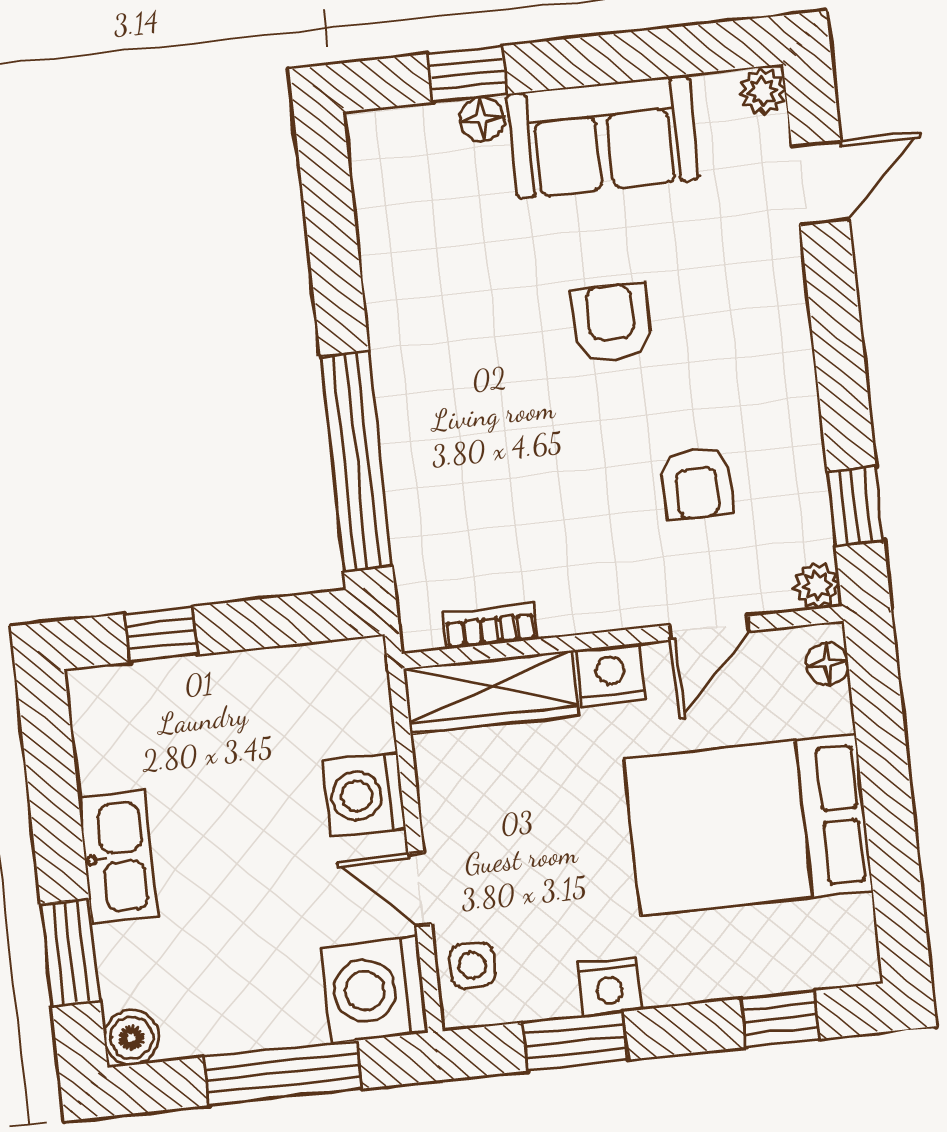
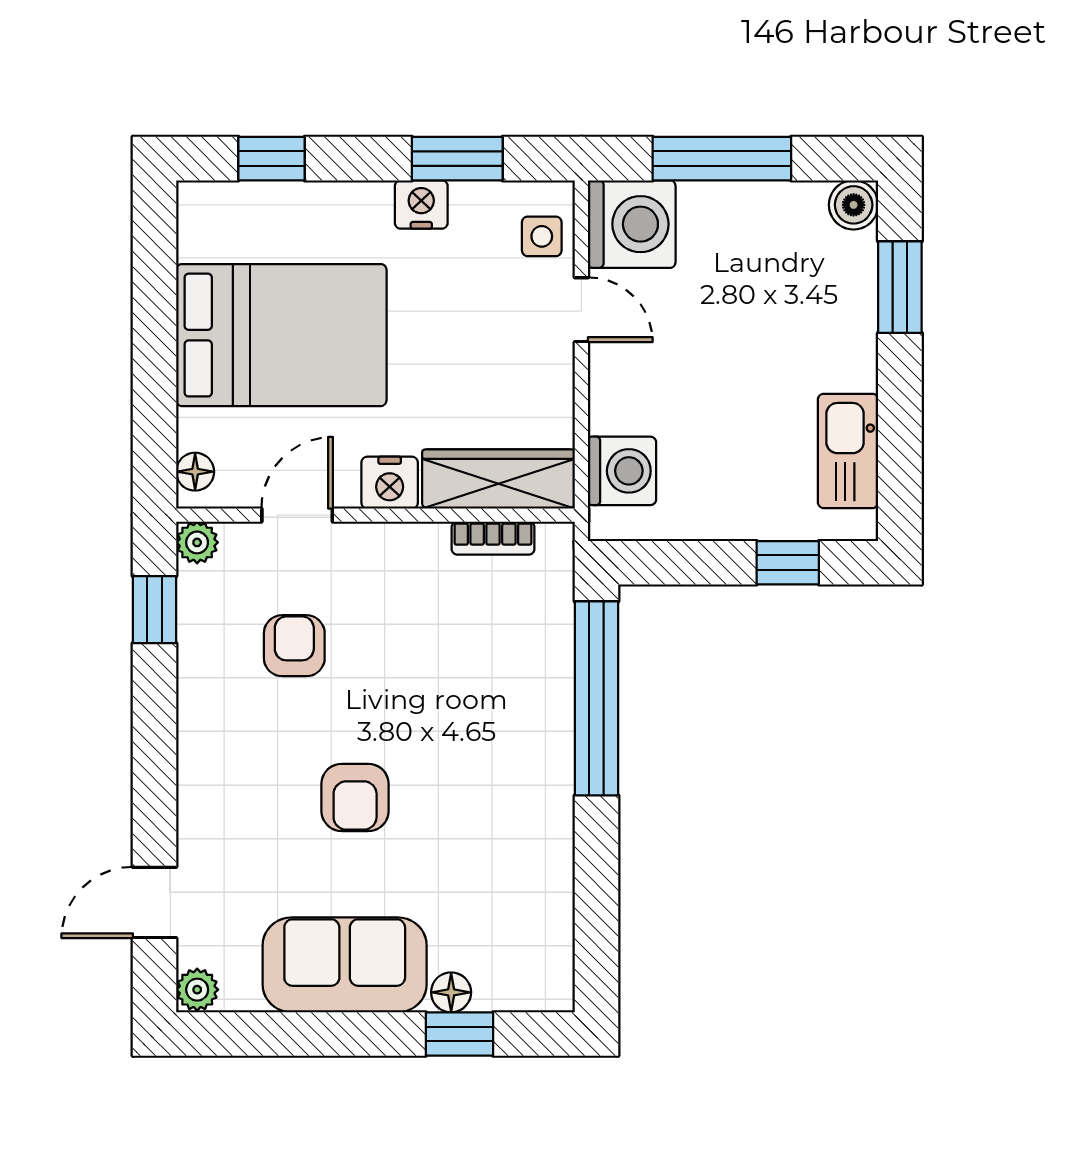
washing machine: (364, 795) -> (622, 471), moved
kitchen sink: (118, 858) -> (848, 451), moved

